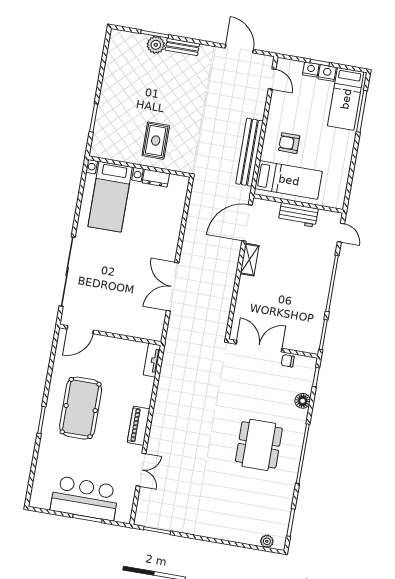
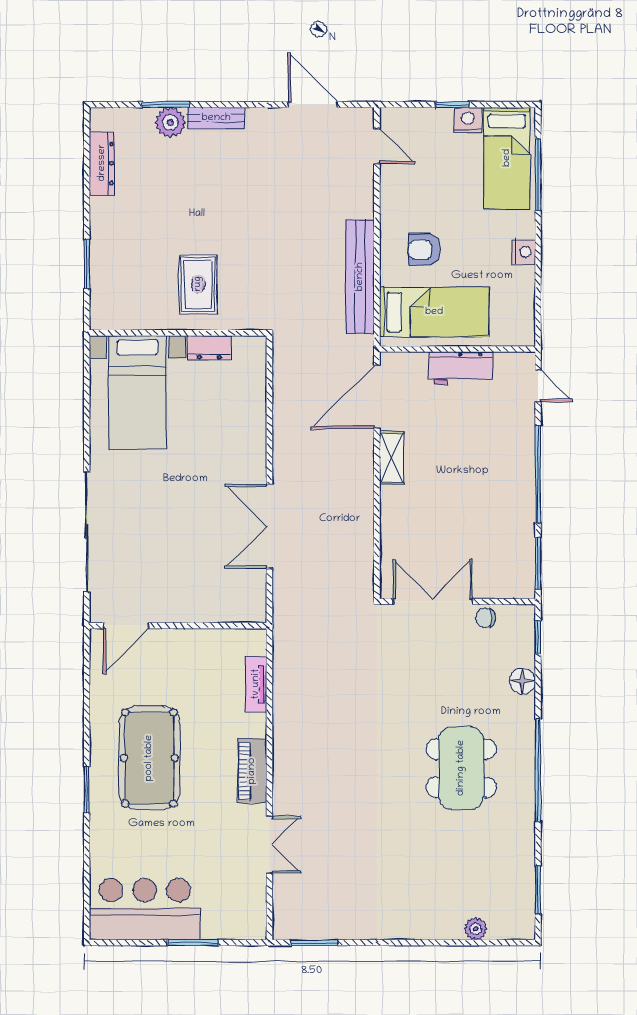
dresser: (112, 62) -> (102, 163), added
nightstand: (311, 69) -> (524, 252), moved, turned 90
tv unit: (152, 360) -> (256, 684), moved
bar counter: (85, 498) -> (145, 909), moved
plant: (267, 541) -> (476, 929), moved

